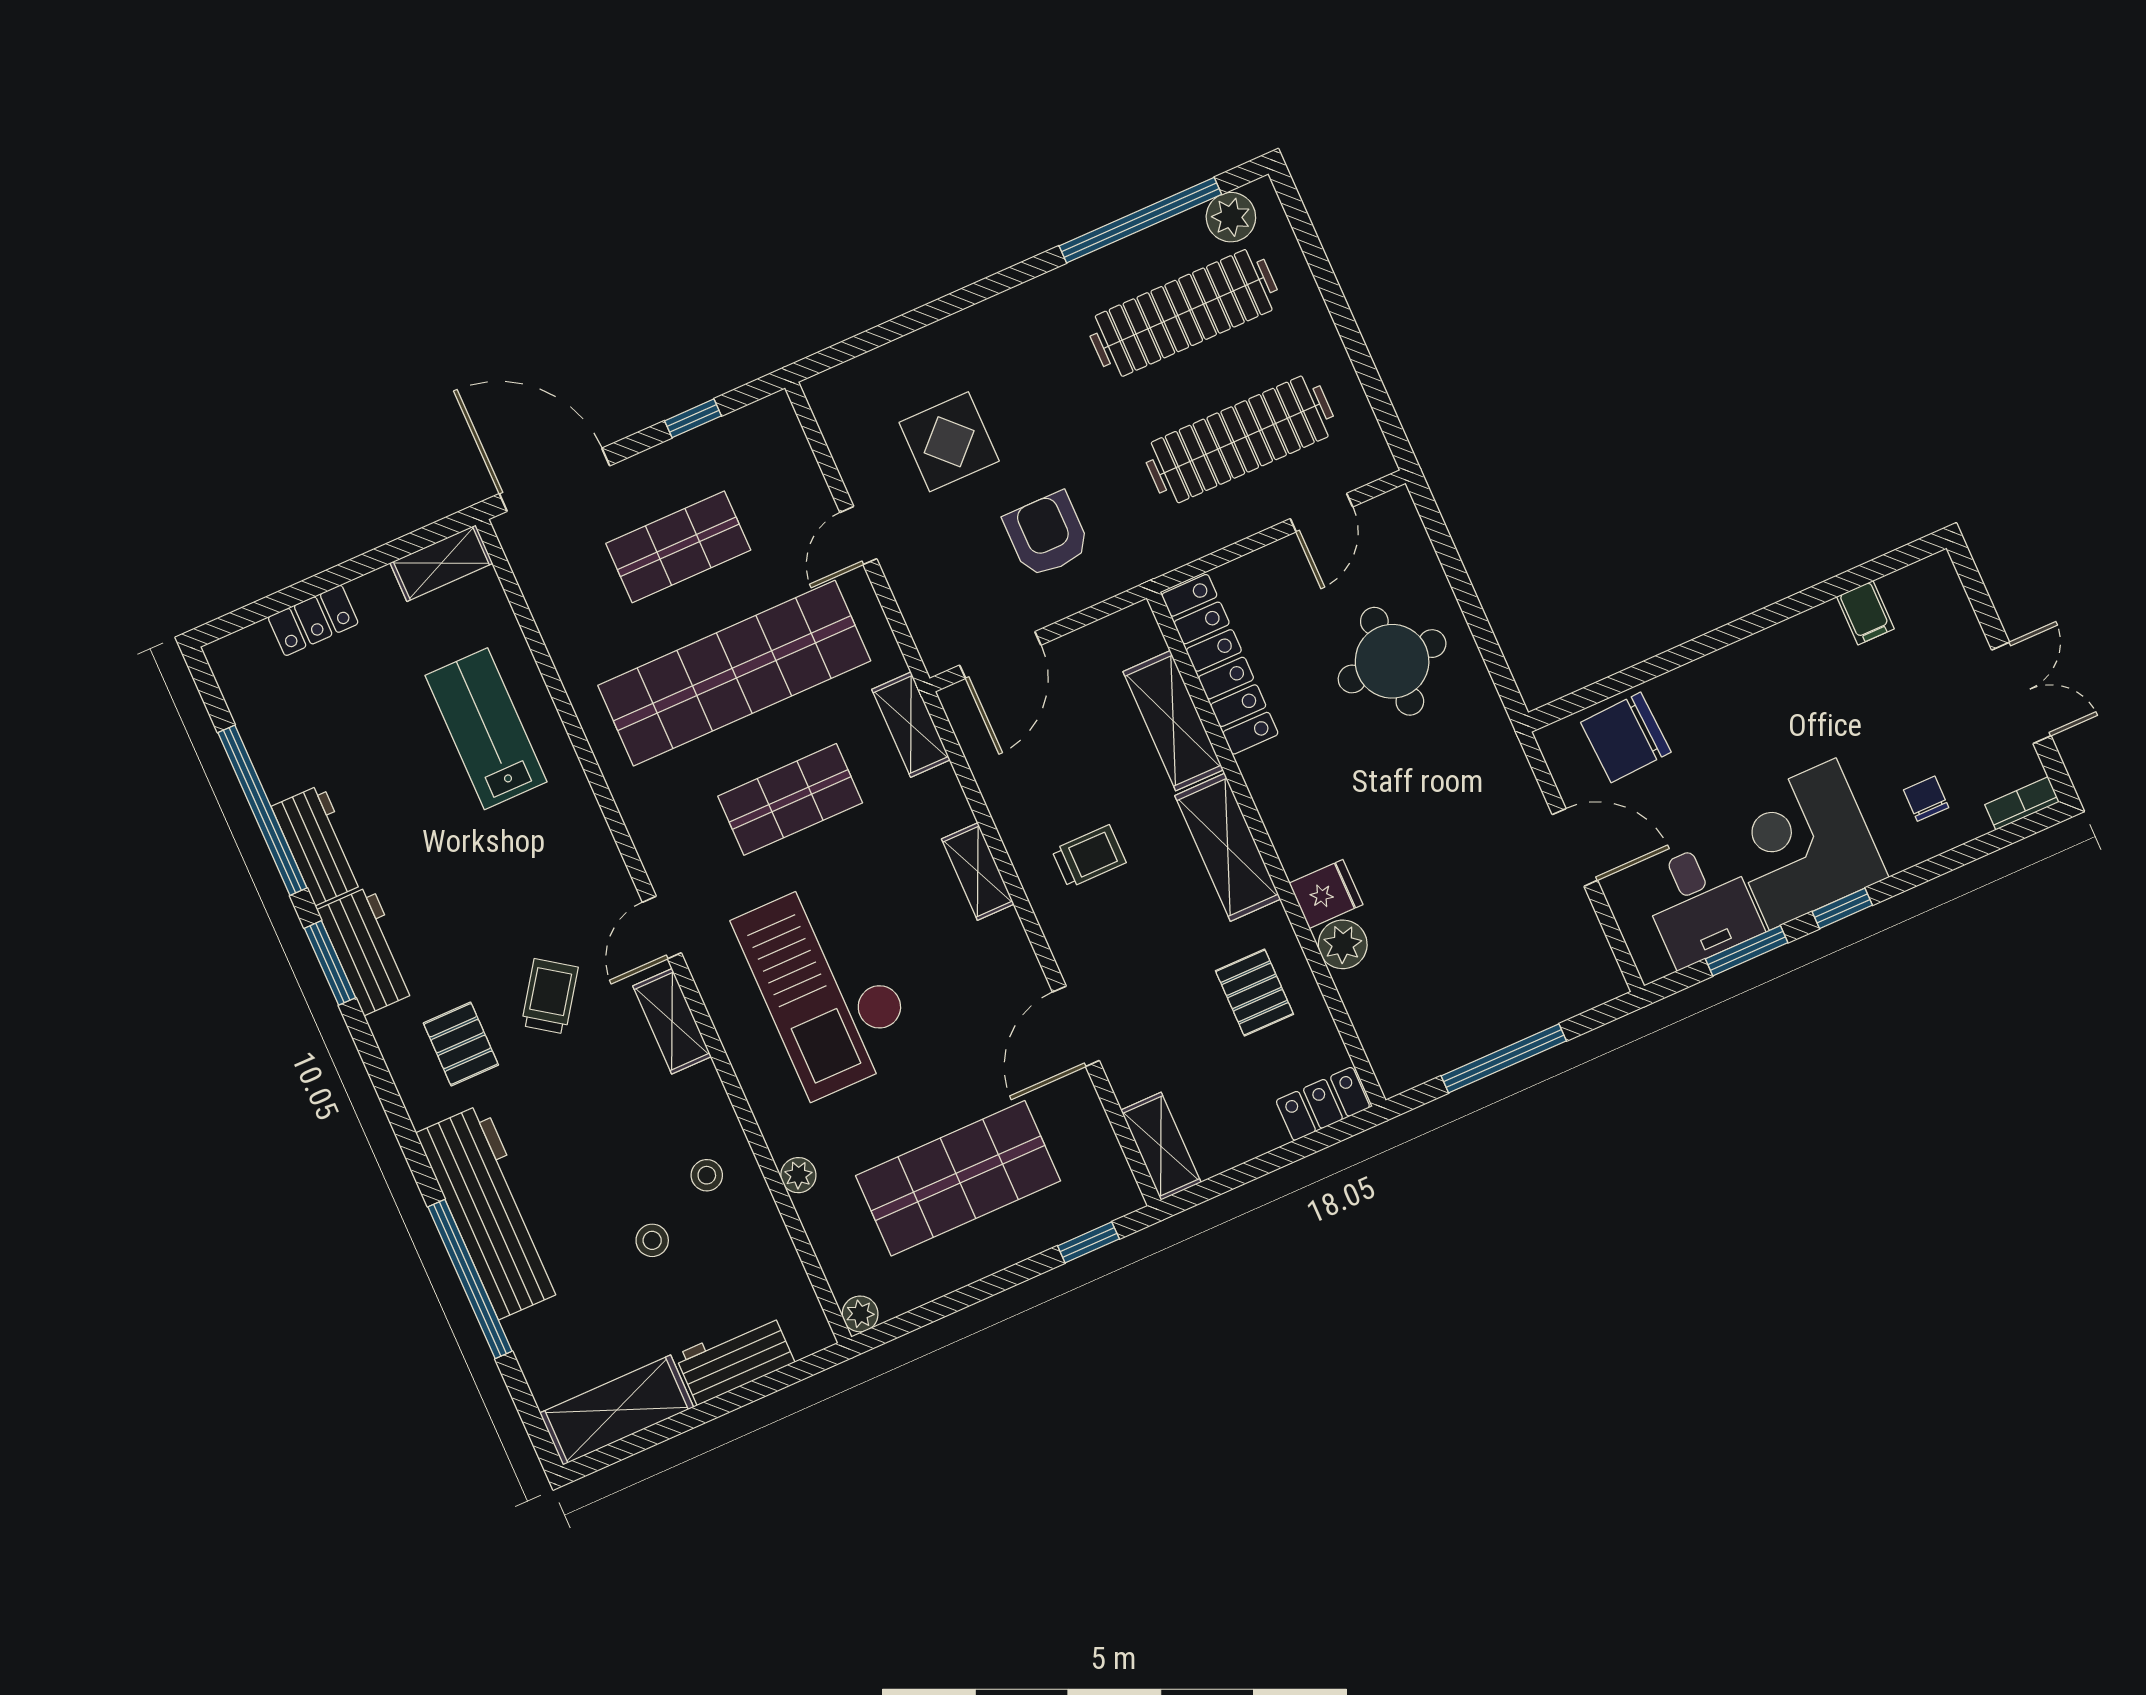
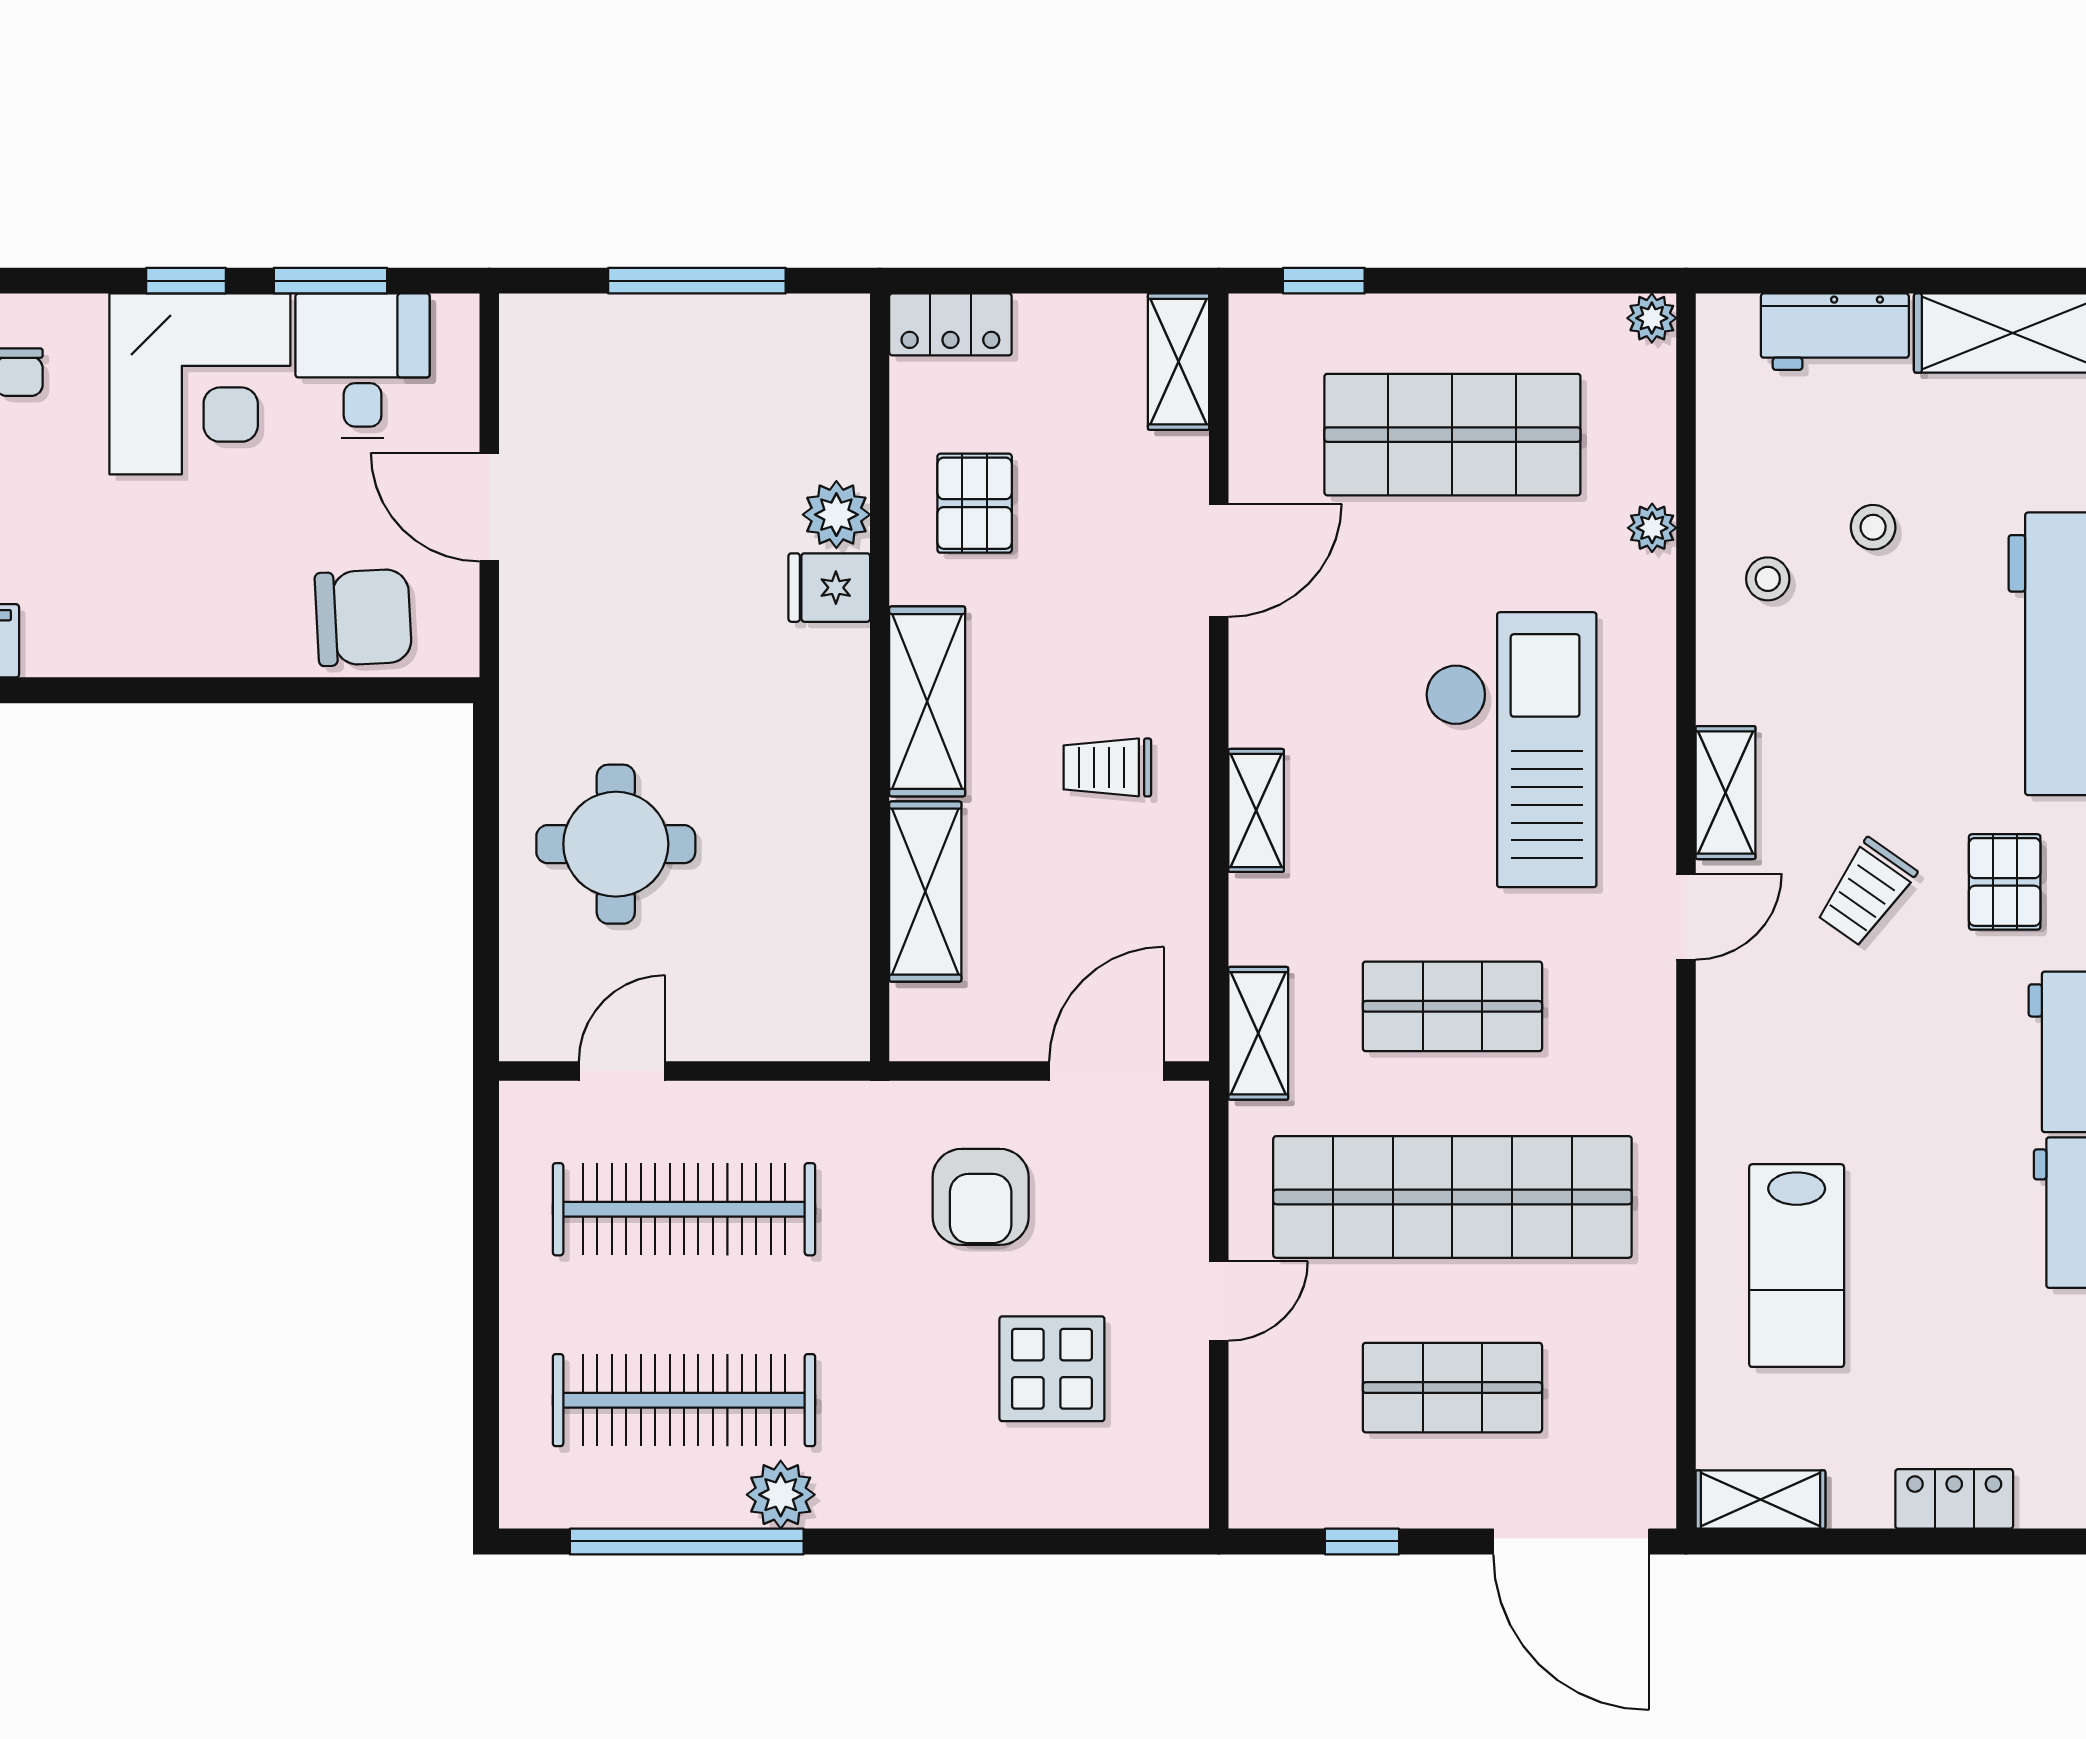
plant: (1231, 217) -> (781, 1495), moved
locker: (1220, 664) -> (835, 937), removed

